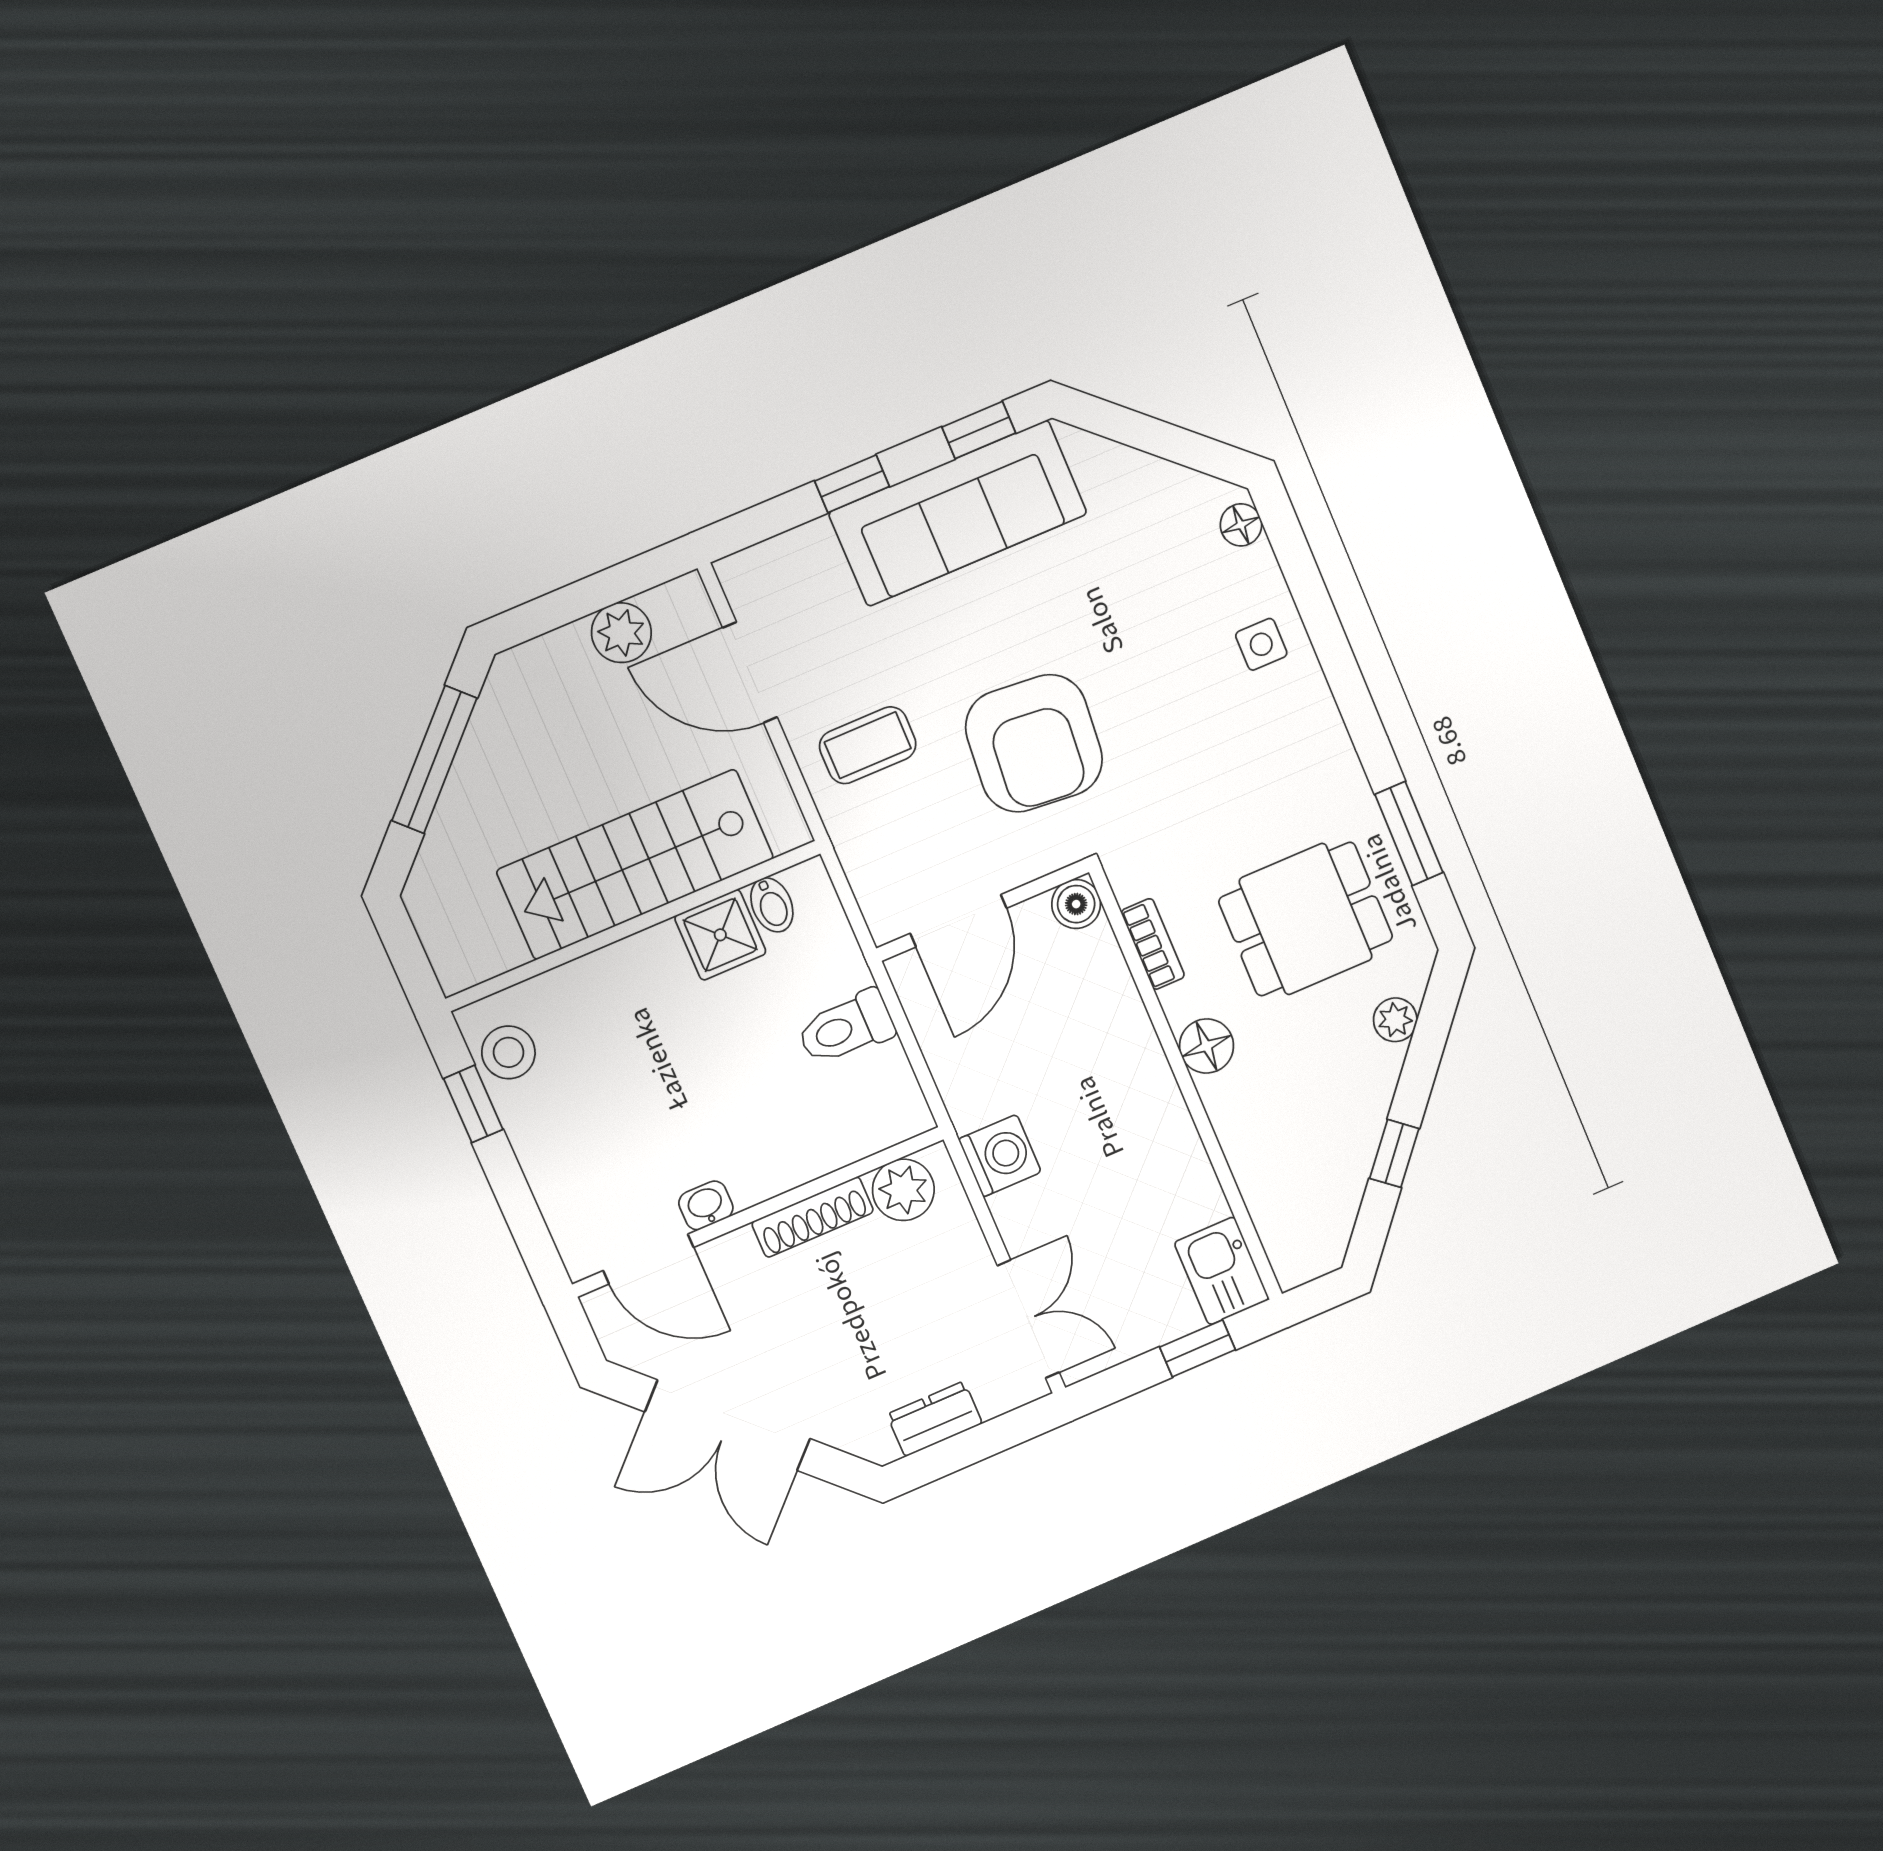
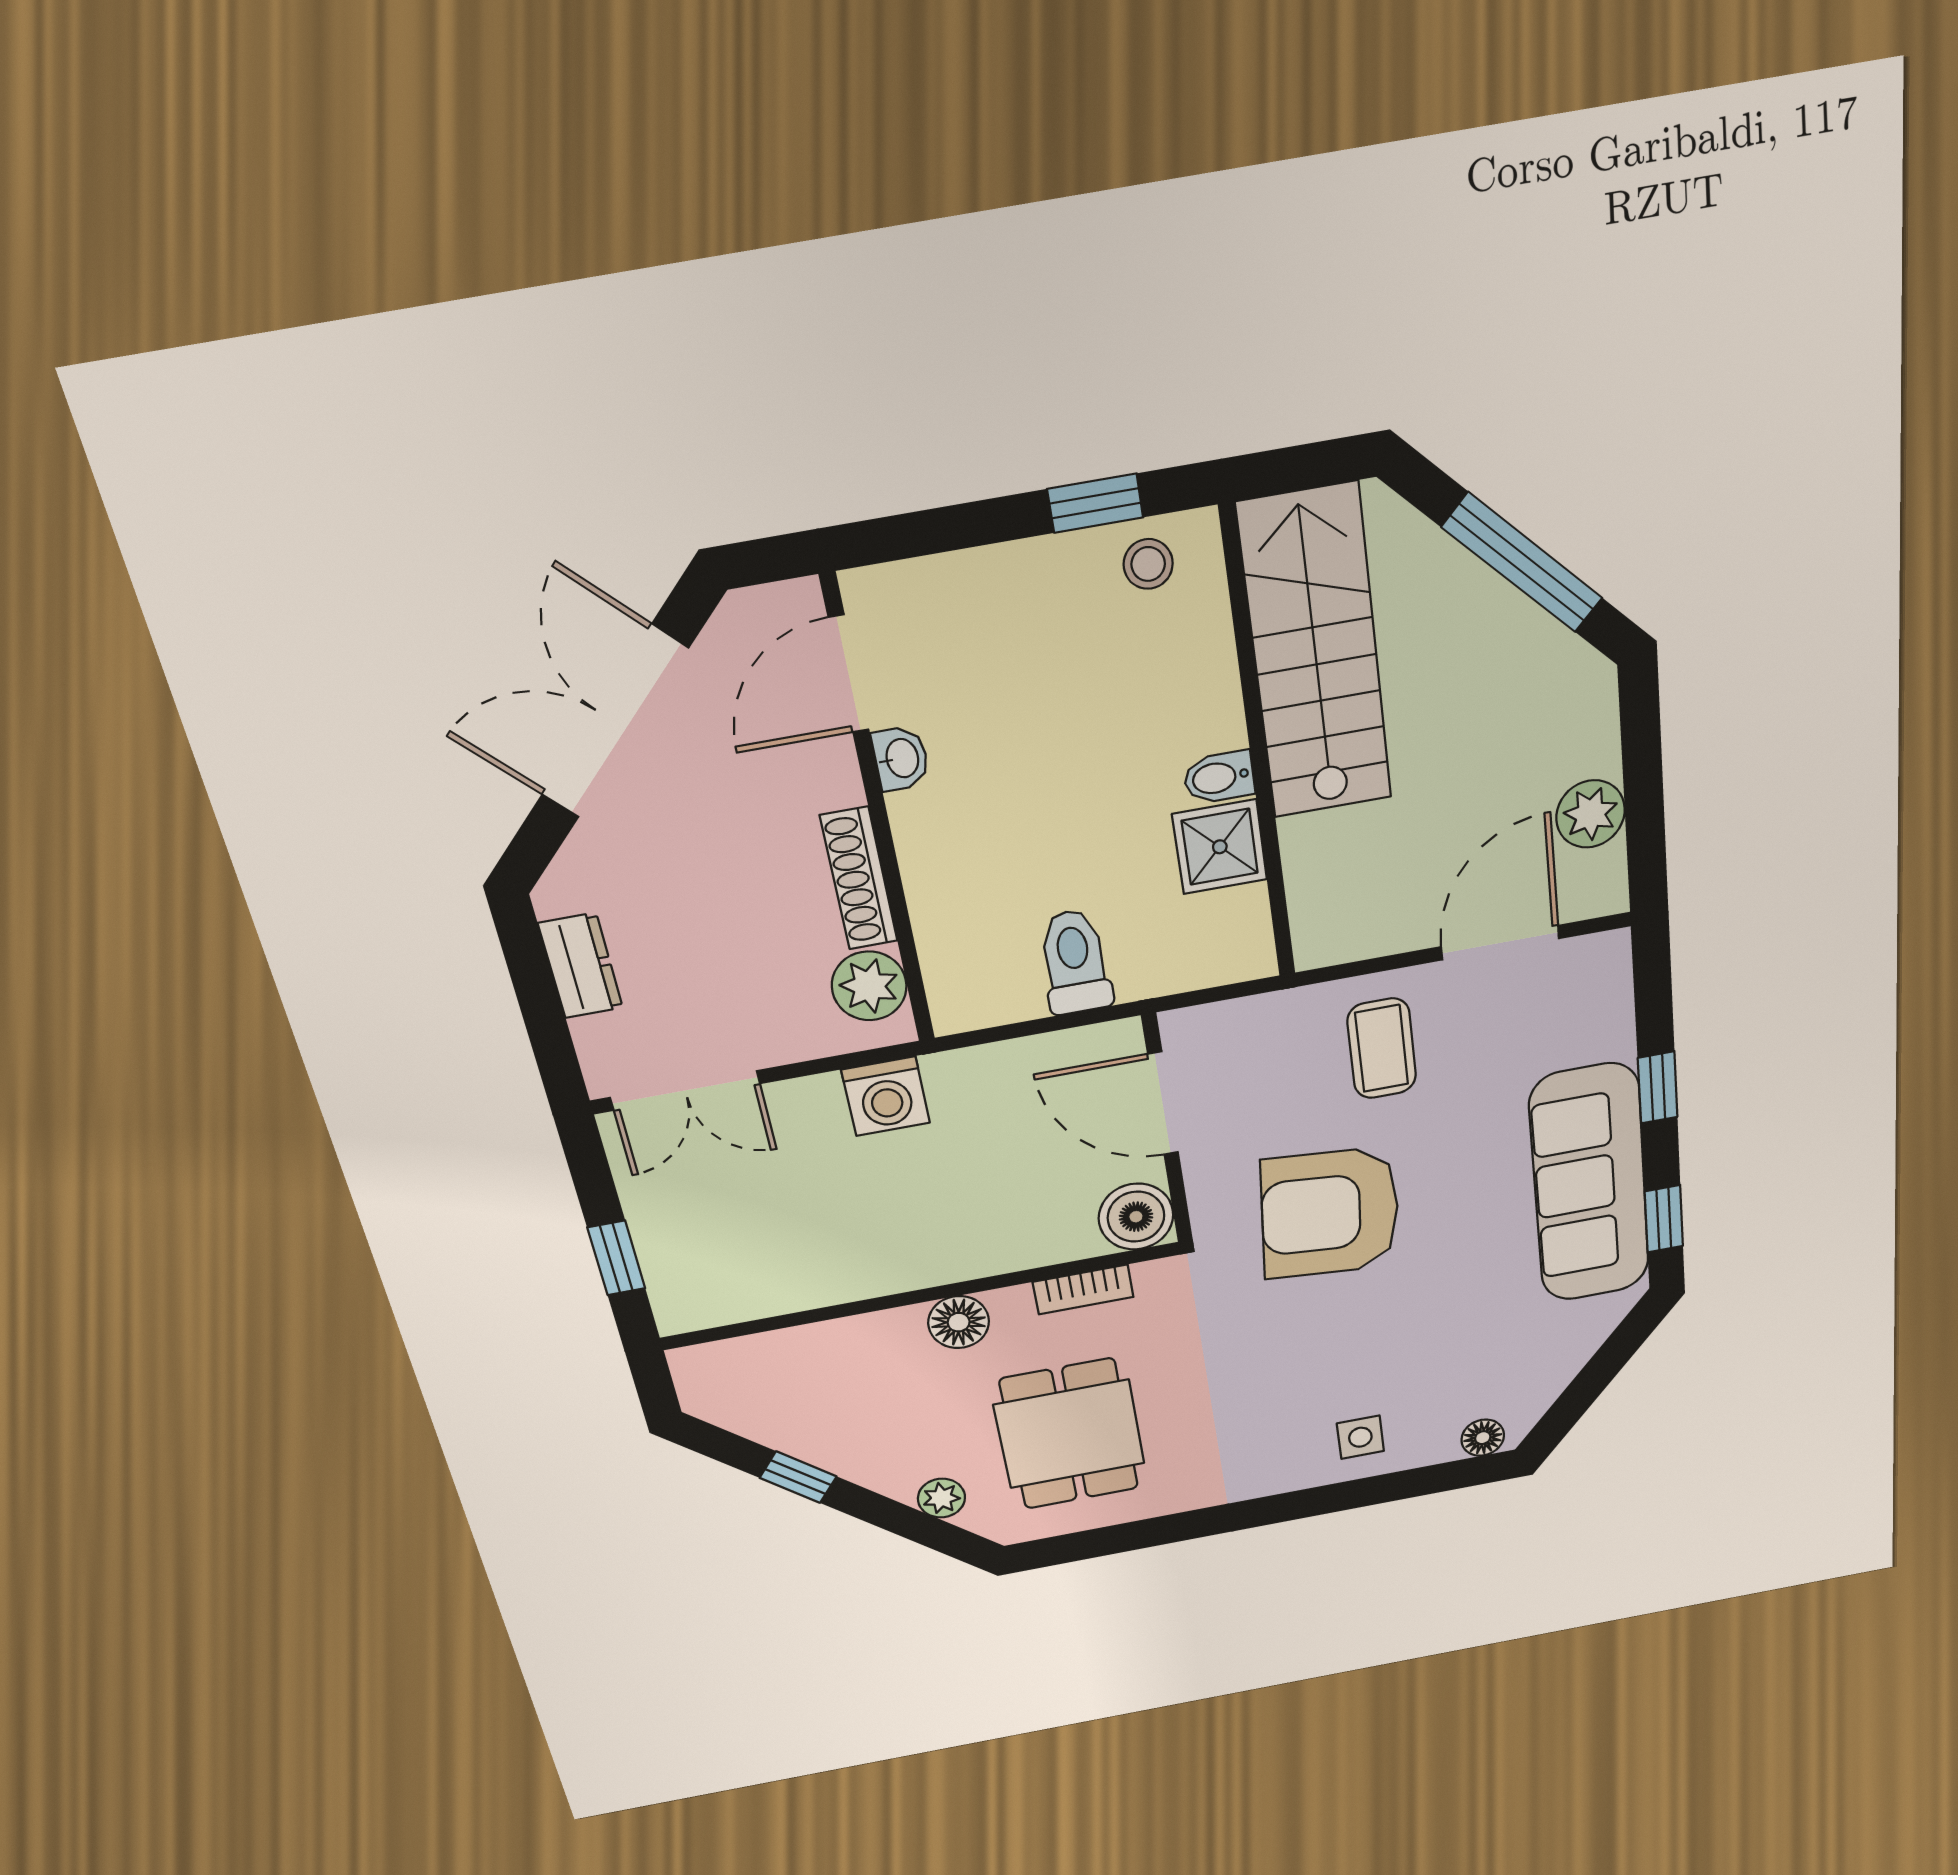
window: (1409, 834) -> (1130, 1536), removed
stairs: (635, 864) -> (1315, 654), moved
boiler: (1076, 904) -> (1136, 1217), width x1.36, depth x1.36
bidet: (772, 905) -> (1219, 777), moved
stool: (508, 1052) -> (1148, 564), width x0.73, depth x0.73
kitchen sink: (1222, 1271) -> (702, 1296), removed

